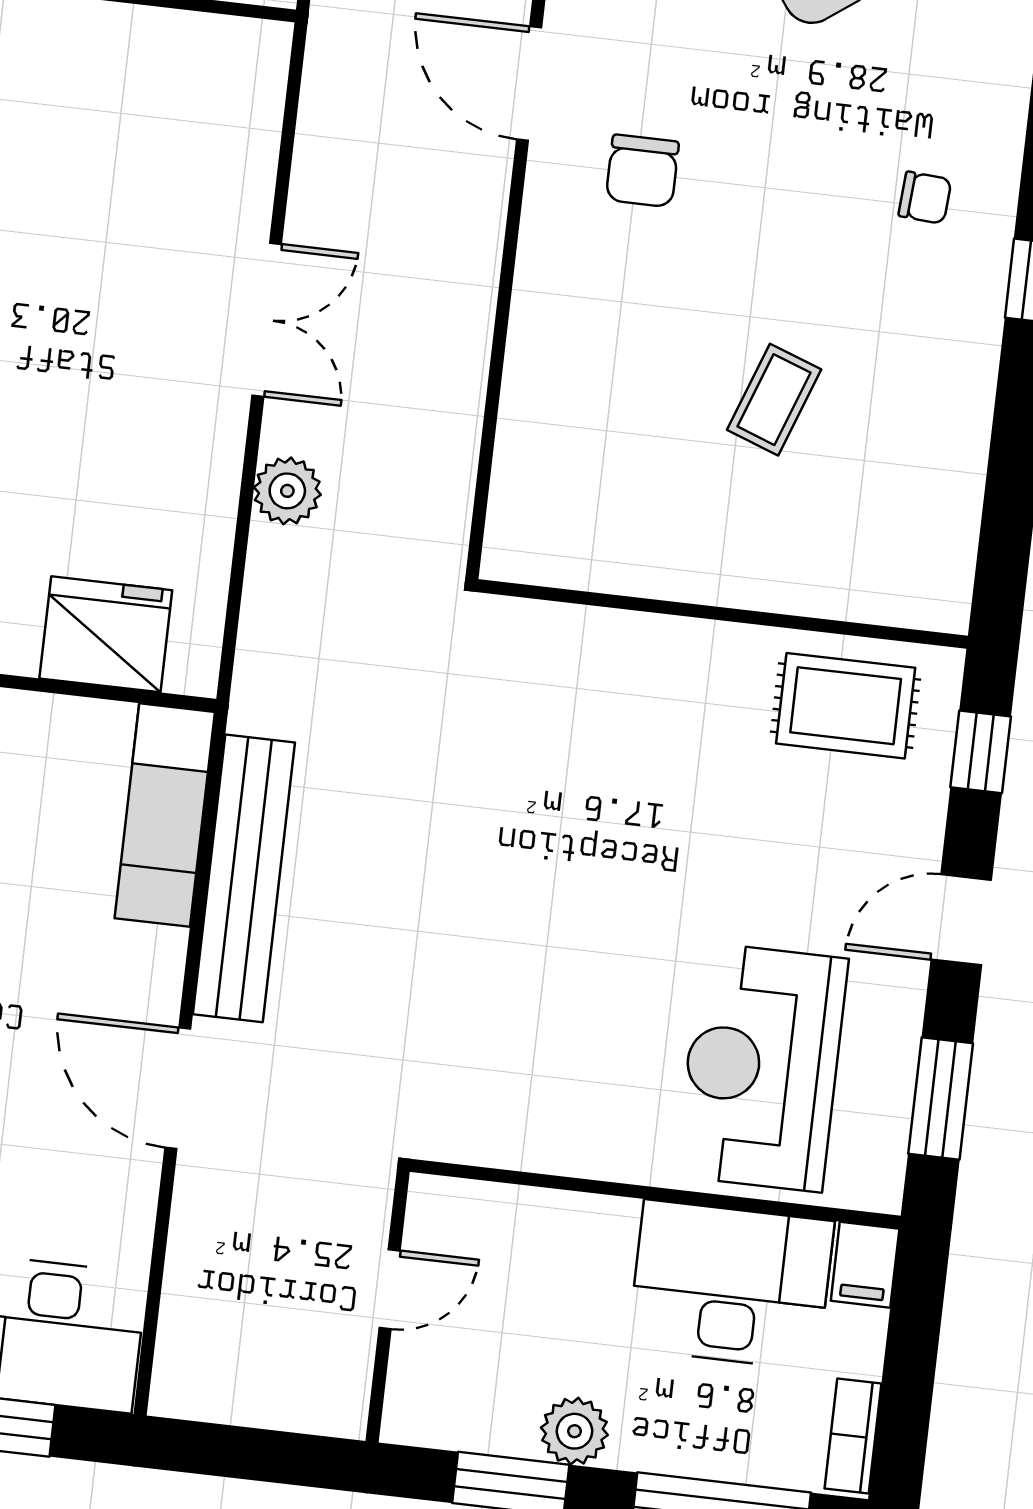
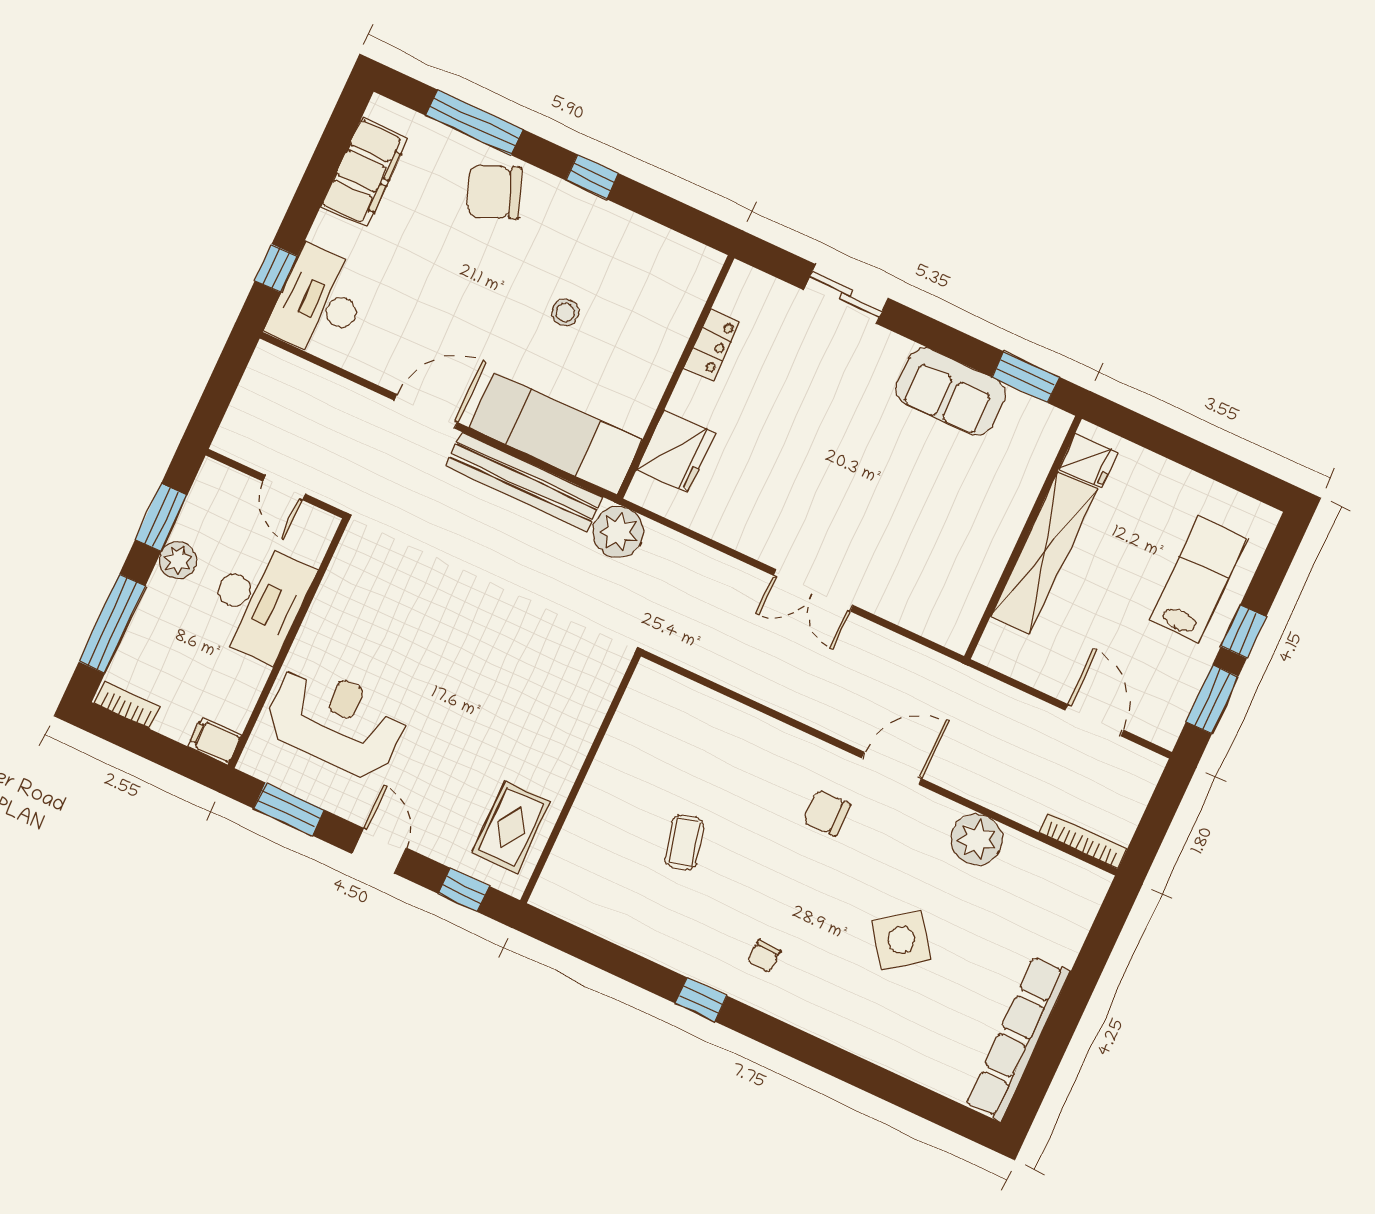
coffee table: (774, 400) -> (684, 842), turned 55
plant: (287, 491) -> (618, 532), moved, width x1.36, depth x1.36
exam couch: (165, 815) -> (556, 434), width x1.36, depth x1.45
desk: (731, 1285) -> (258, 601), moved

